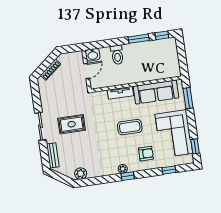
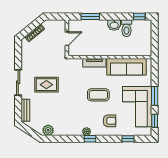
window: (139, 39) -> (90, 17), moved
washbasin: (93, 55) -> (114, 25), moved
toilet: (117, 55) -> (126, 28), moved
window: (188, 98) -> (155, 96), moved

